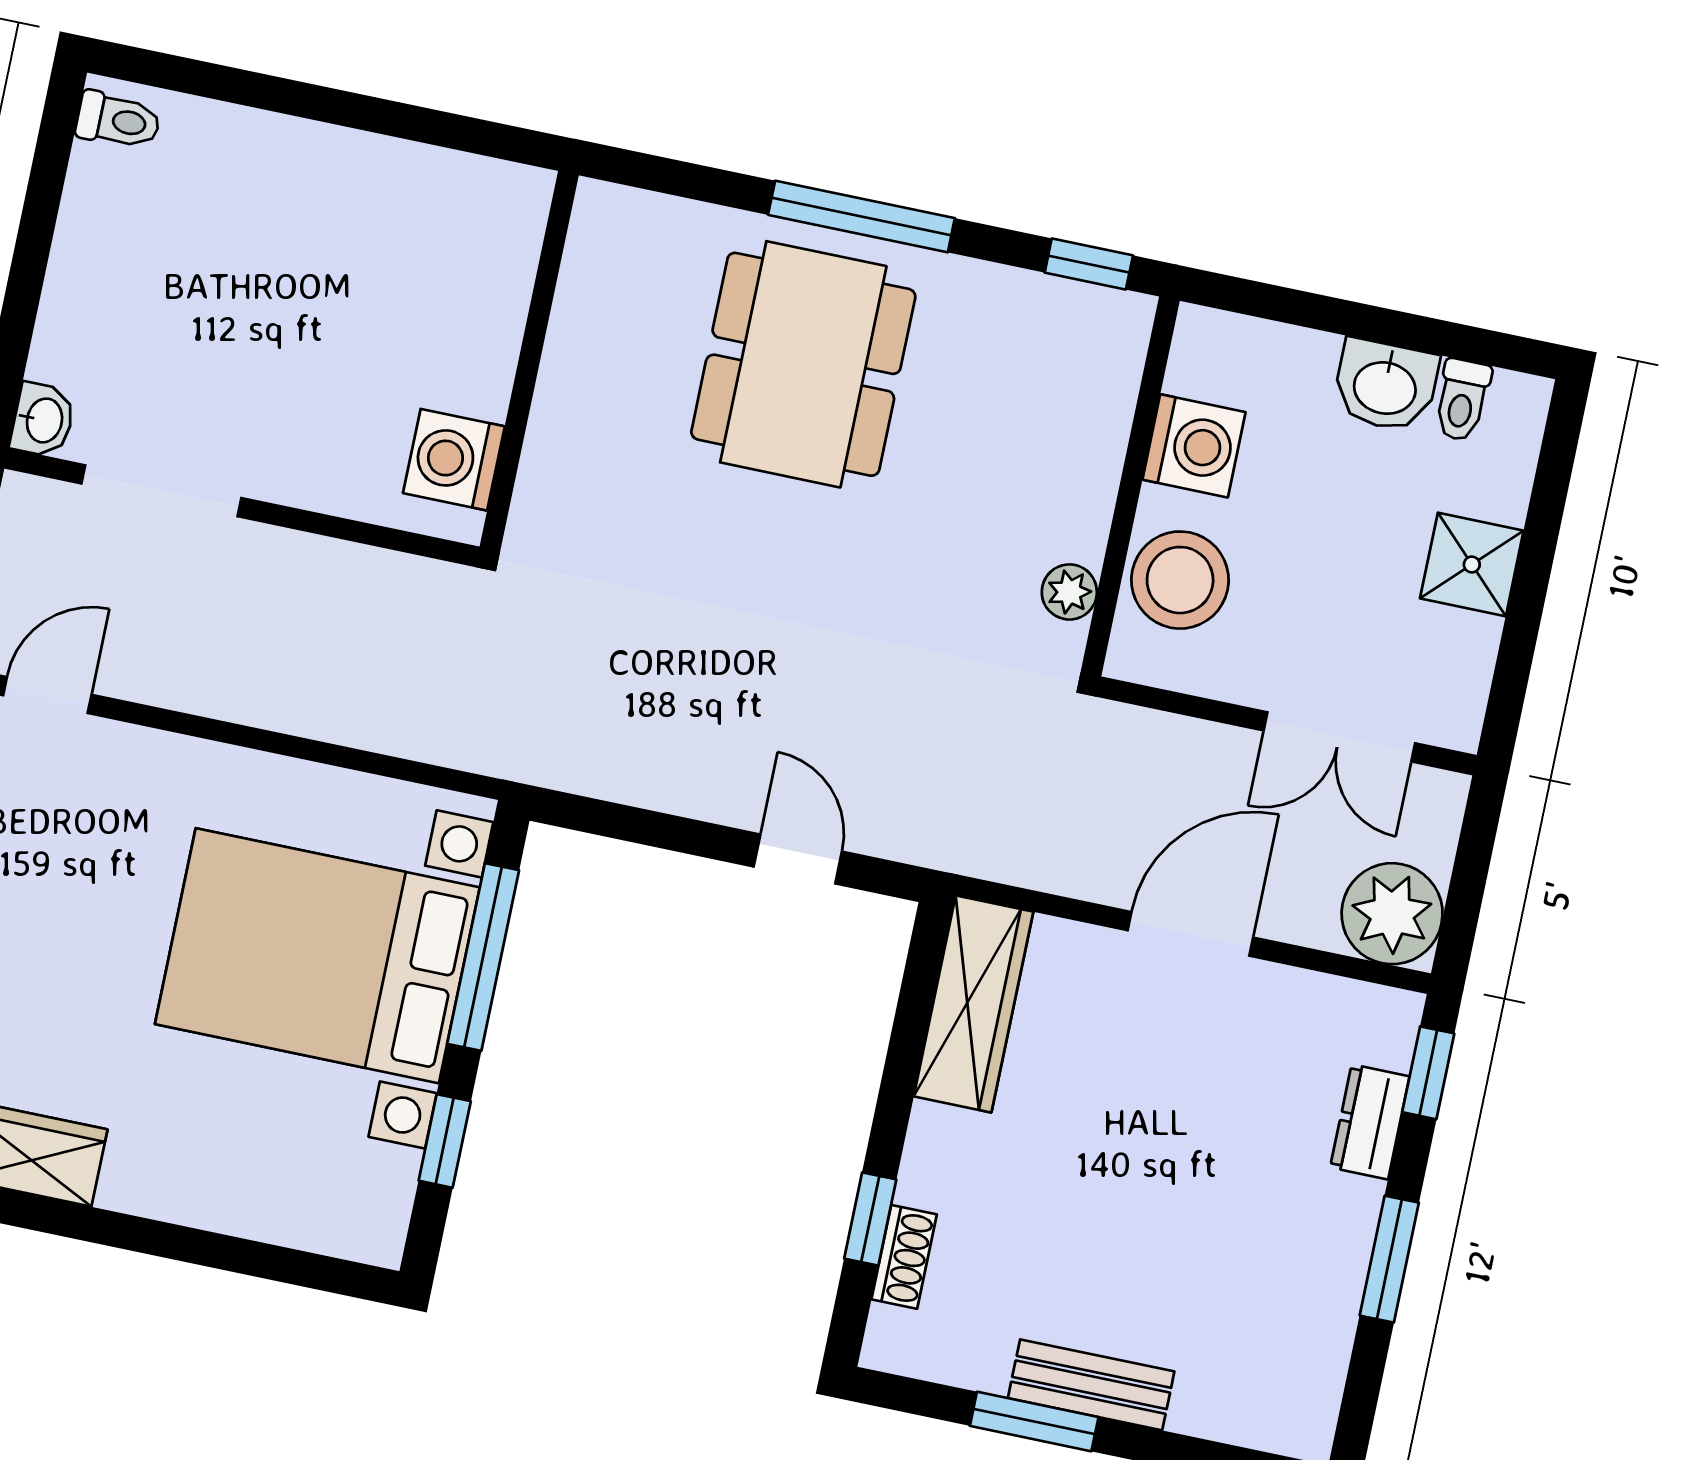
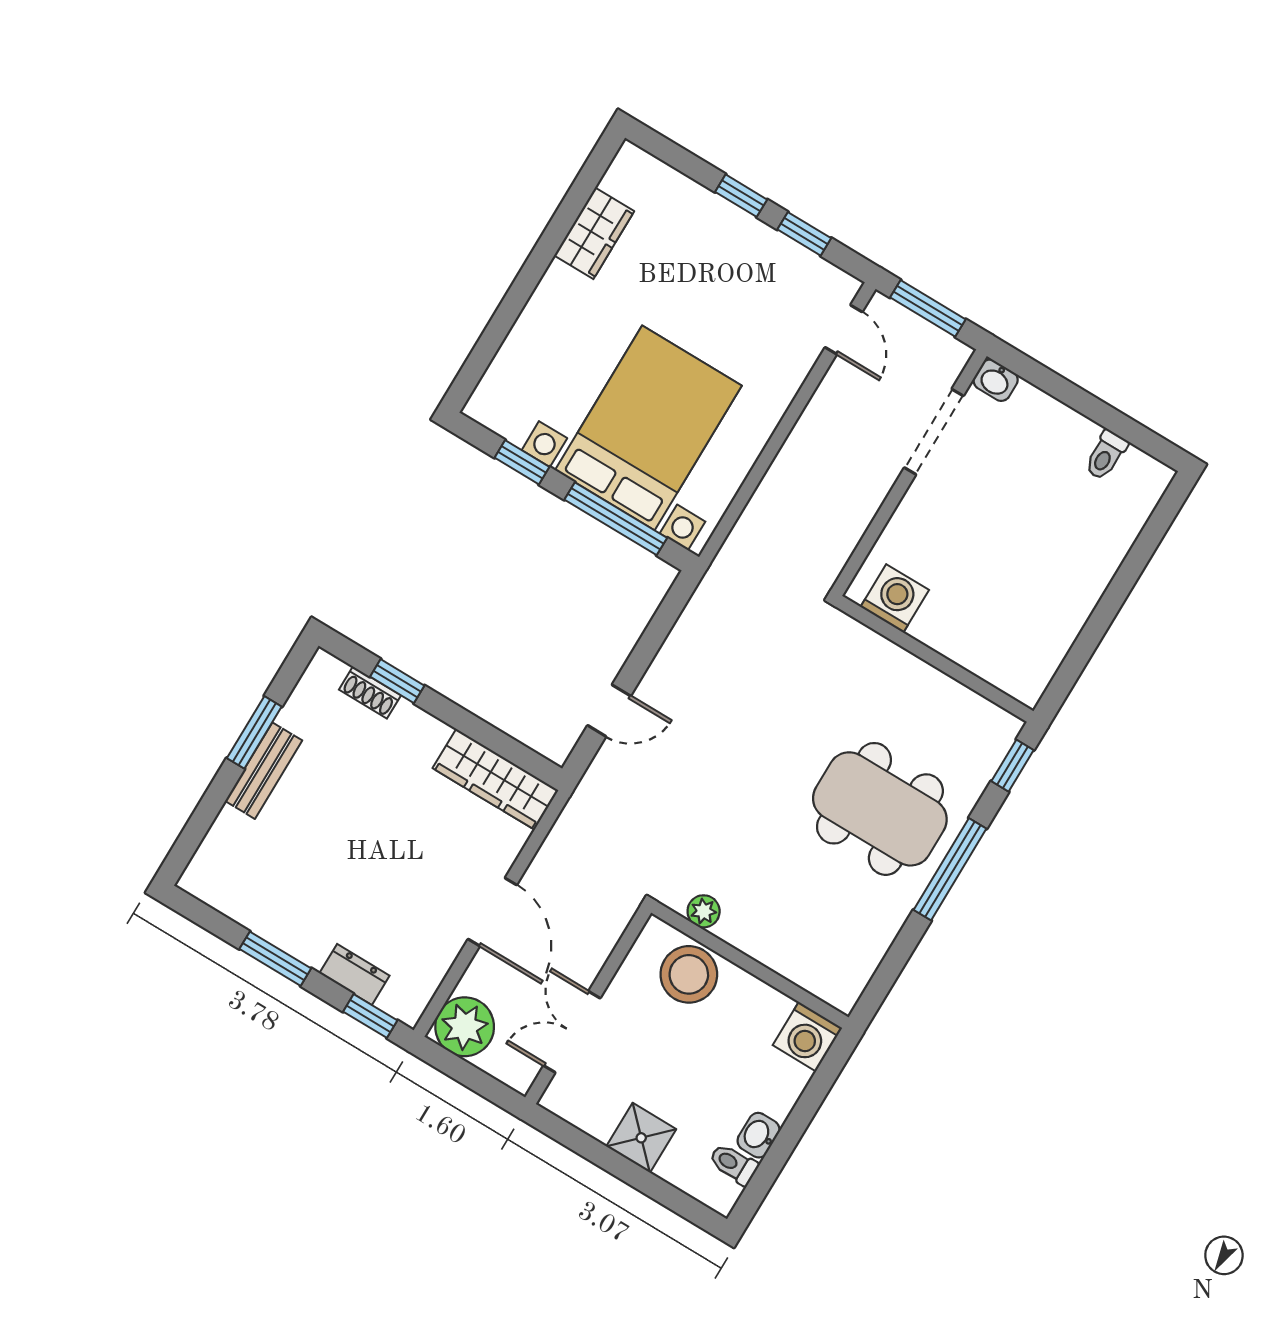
toilet: (118, 120) -> (1106, 455), moved
window: (1089, 264) -> (1013, 766), moved
washbasin: (1385, 386) -> (758, 1135), width x0.72, depth x0.69
washing machine: (1194, 446) -> (807, 1037), moved

